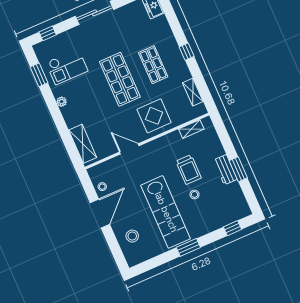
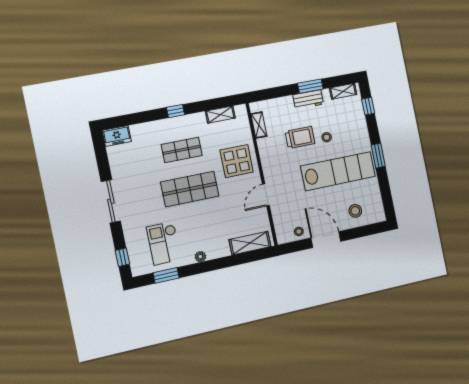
checkout: (67, 67) -> (164, 243), turned 180
shelving: (241, 201) -> (343, 91), added

